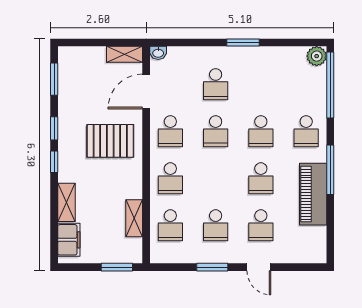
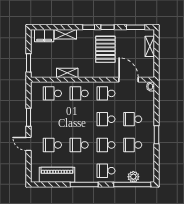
shelving: (125, 54) -> (150, 46), moved
plant: (317, 56) -> (133, 177), moved
pallet: (110, 141) -> (105, 49), moved
piano: (313, 194) -> (57, 175), moved
shelving: (134, 218) -> (67, 73), moved
school desk: (216, 225) -> (133, 145), moved
door: (259, 267) -> (29, 144), hinge flipped

